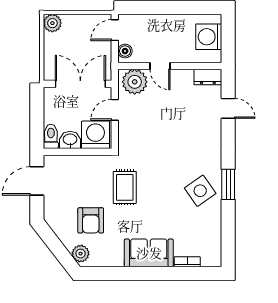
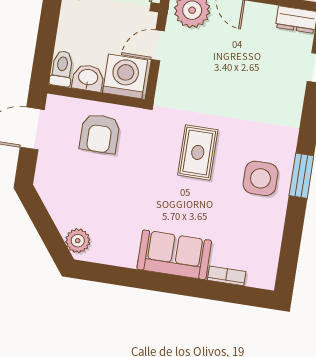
rug: (125, 187) -> (198, 152), moved
side table: (200, 191) -> (260, 178), turned 35
armchair: (91, 220) -> (100, 134), moved

